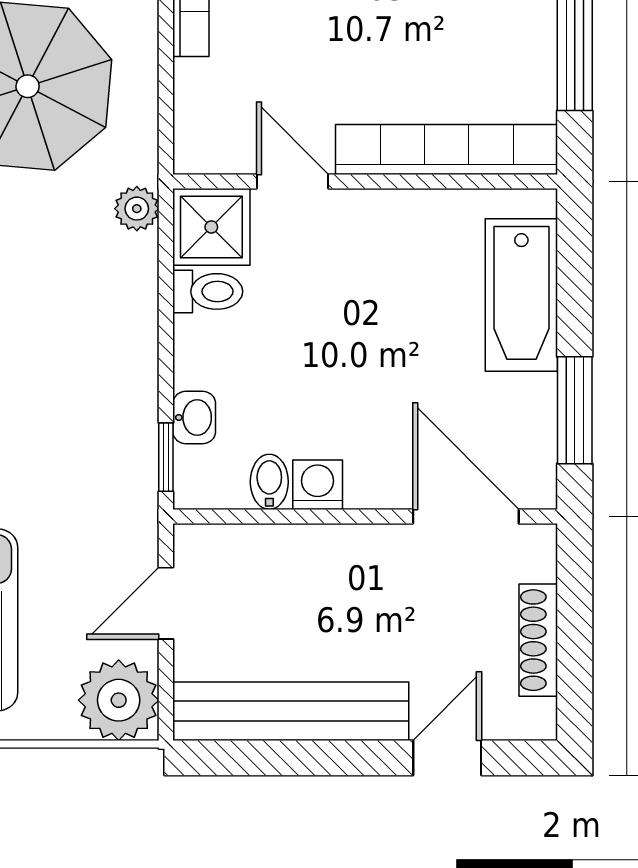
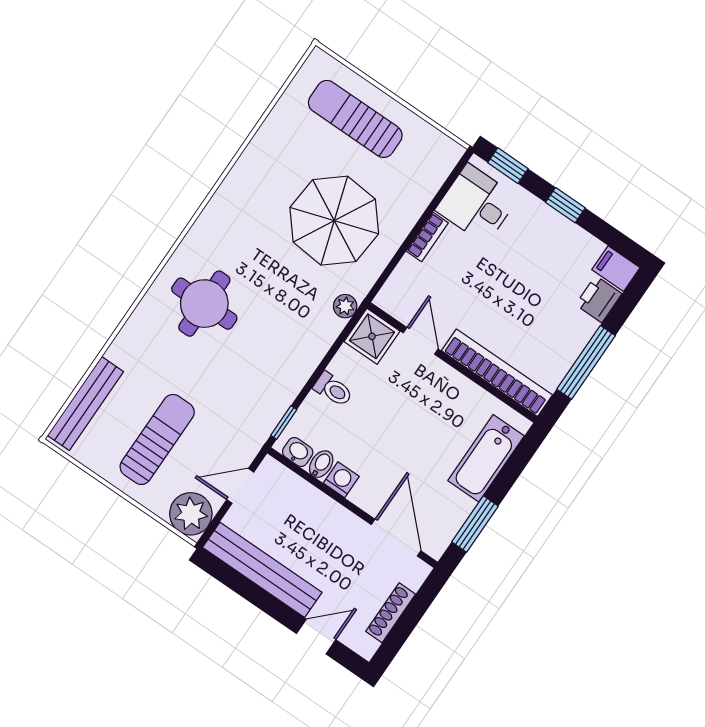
toilet: (208, 291) -> (333, 389), moved
washbasin: (194, 418) -> (298, 452), moved, turned -90

